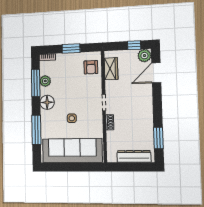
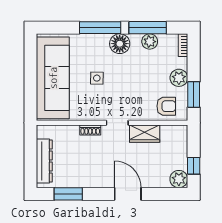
window: (71, 48) -> (194, 95), moved
plant: (70, 59) -> (179, 78), added
armchair: (91, 67) -> (166, 106), turned 180
wardrobe: (111, 69) -> (145, 134), moved
door: (156, 73) -> (128, 194), moved
window: (36, 130) -> (100, 28), moved

